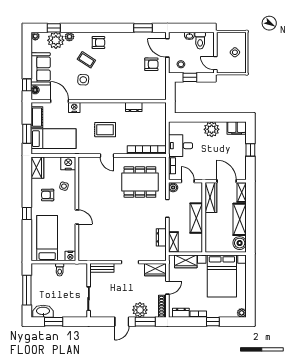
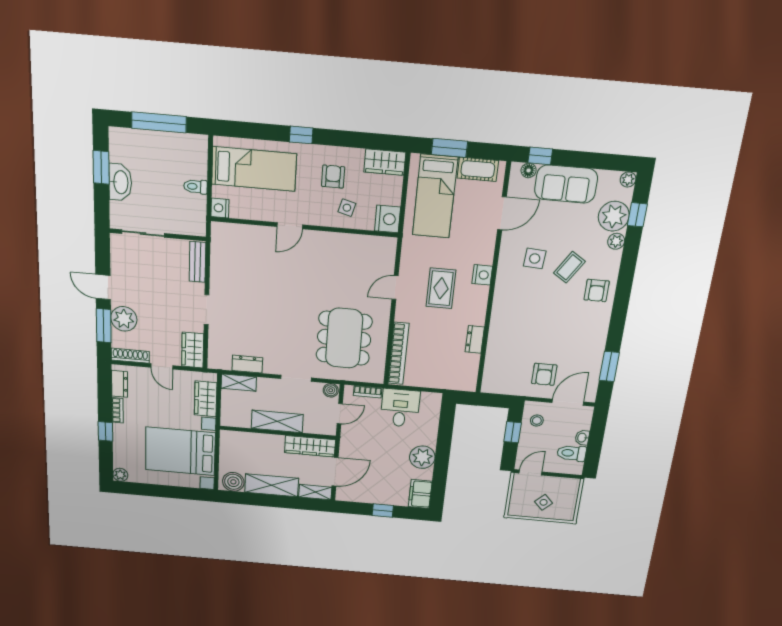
nightstand: (74, 108) -> (482, 275), moved
washbasin: (43, 311) -> (120, 182), moved

